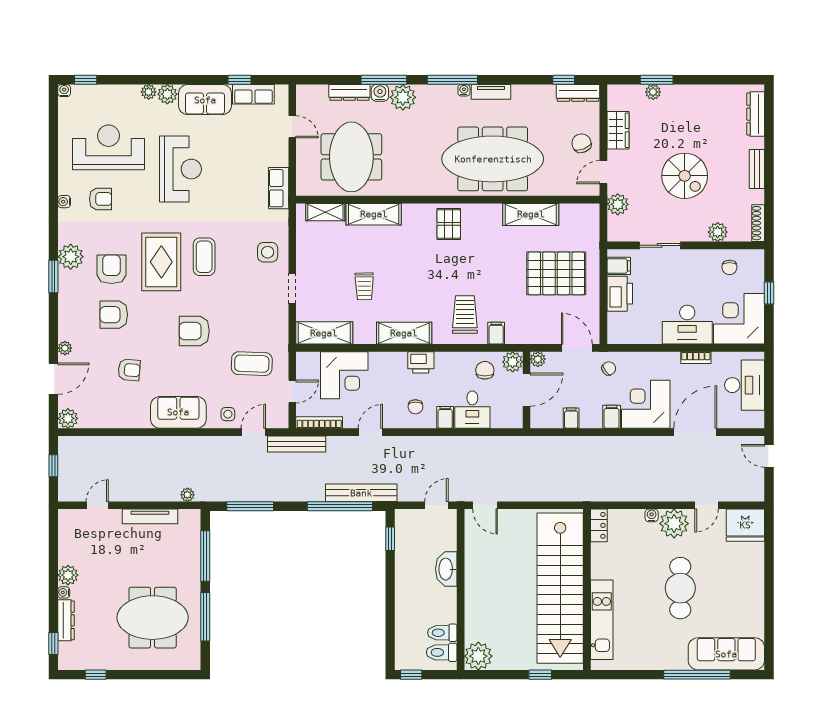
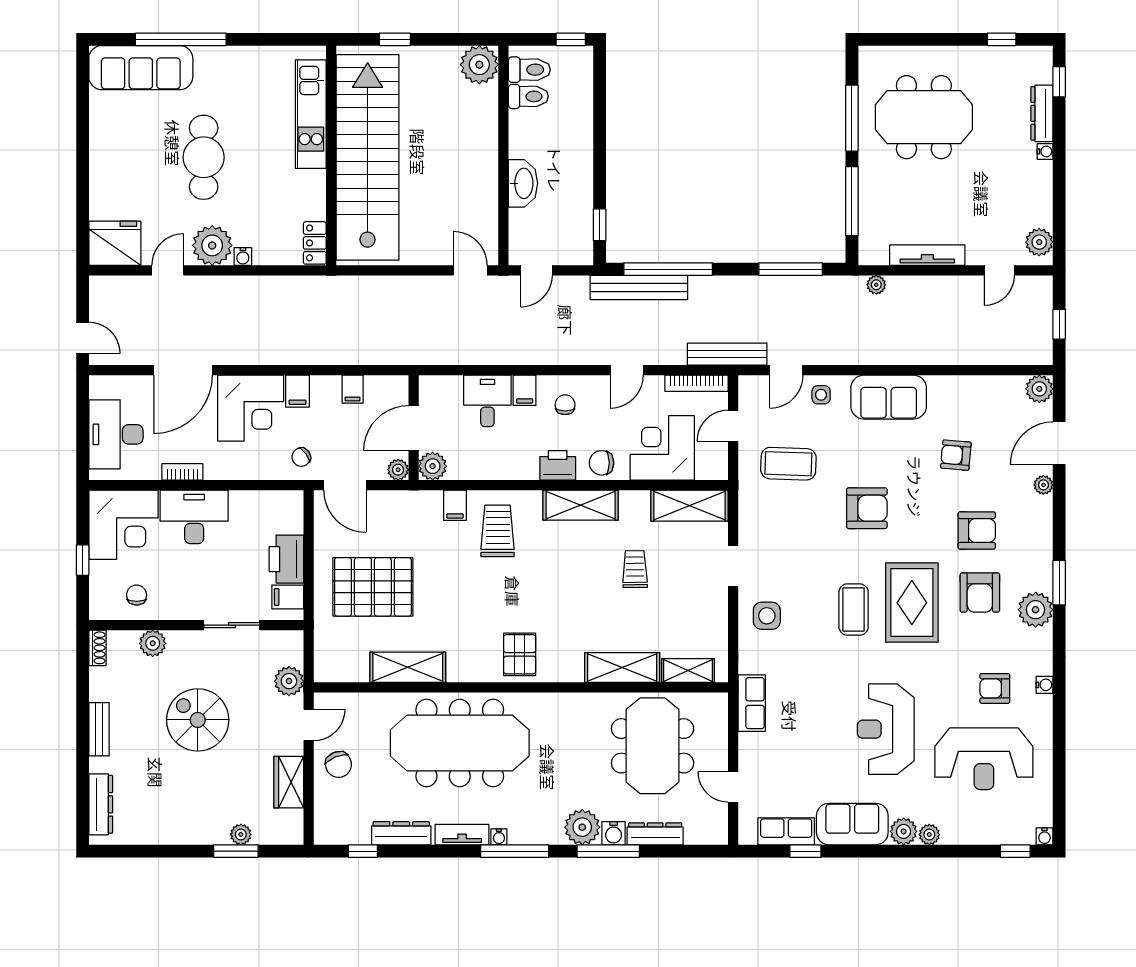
dresser: (578, 93) -> (401, 833), moved
shoe rack: (758, 223) -> (97, 648), width x0.70
trolley: (465, 314) -> (498, 531), turned 180
chair: (485, 370) -> (602, 463), moved, turned 90
plant: (68, 575) -> (1039, 242), moved

